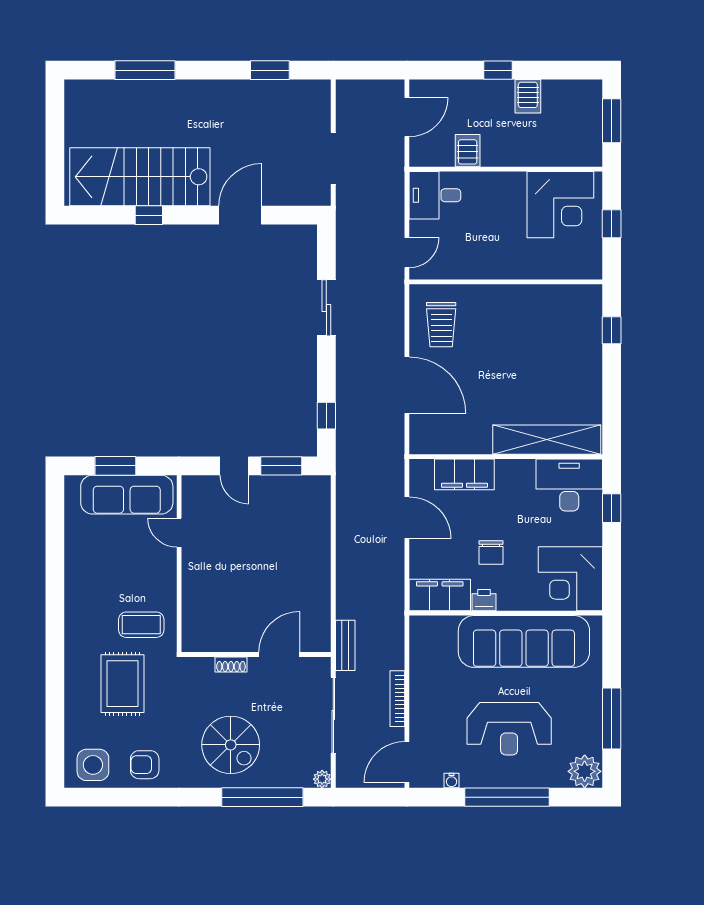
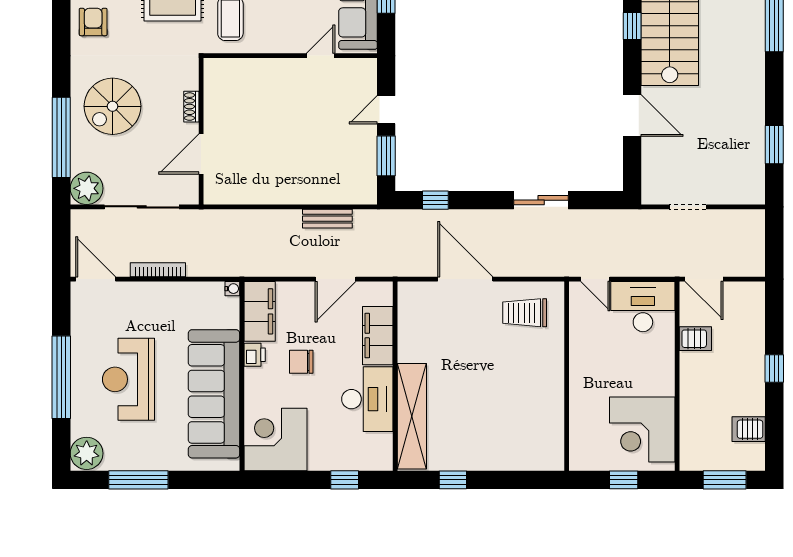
server rack: (528, 96) -> (749, 429), moved
door: (407, 117) -> (704, 279), moved
doorway: (333, 158) -> (688, 207), width x0.73
desk: (435, 195) -> (643, 307), width x1.37
window: (612, 330) -> (453, 480), moved
door: (407, 385) -> (465, 279), swing flipped
desk: (569, 485) -> (367, 399), moved
bench: (345, 645) -> (327, 219), moved
door: (279, 655) -> (201, 154), swing flipped
plant: (322, 779) -> (87, 188), width x1.87, depth x1.87
water cooler: (451, 781) -> (232, 289), moved, turned 180

